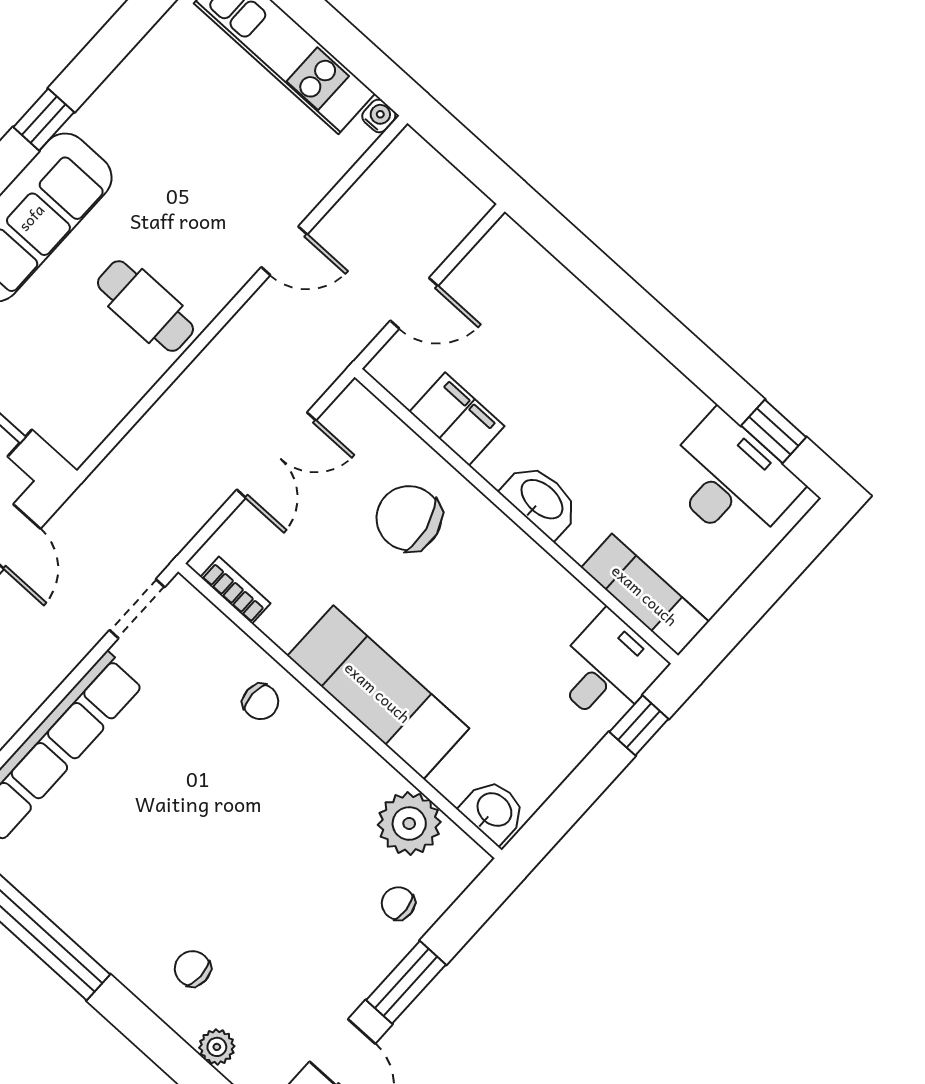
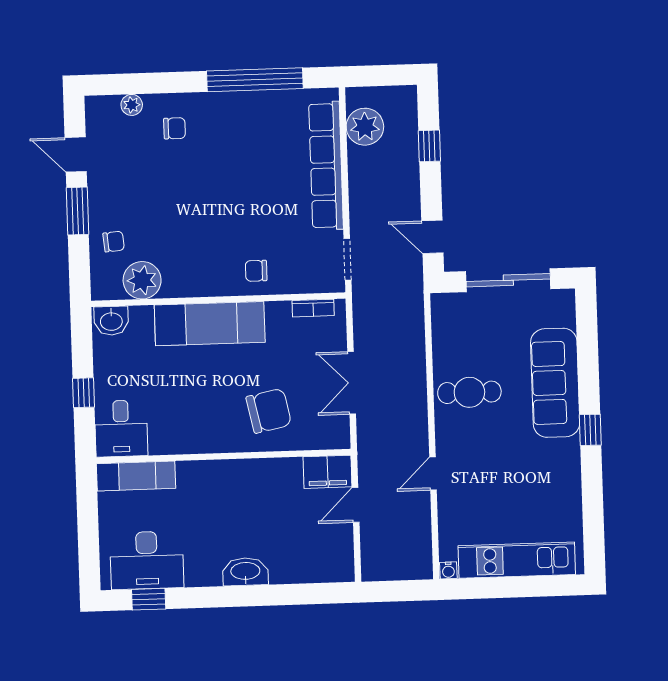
filing cabinet: (457, 419) -> (327, 472), moved
washbasin: (541, 500) -> (245, 572), moved, turned 180
window: (639, 725) -> (84, 393), moved

